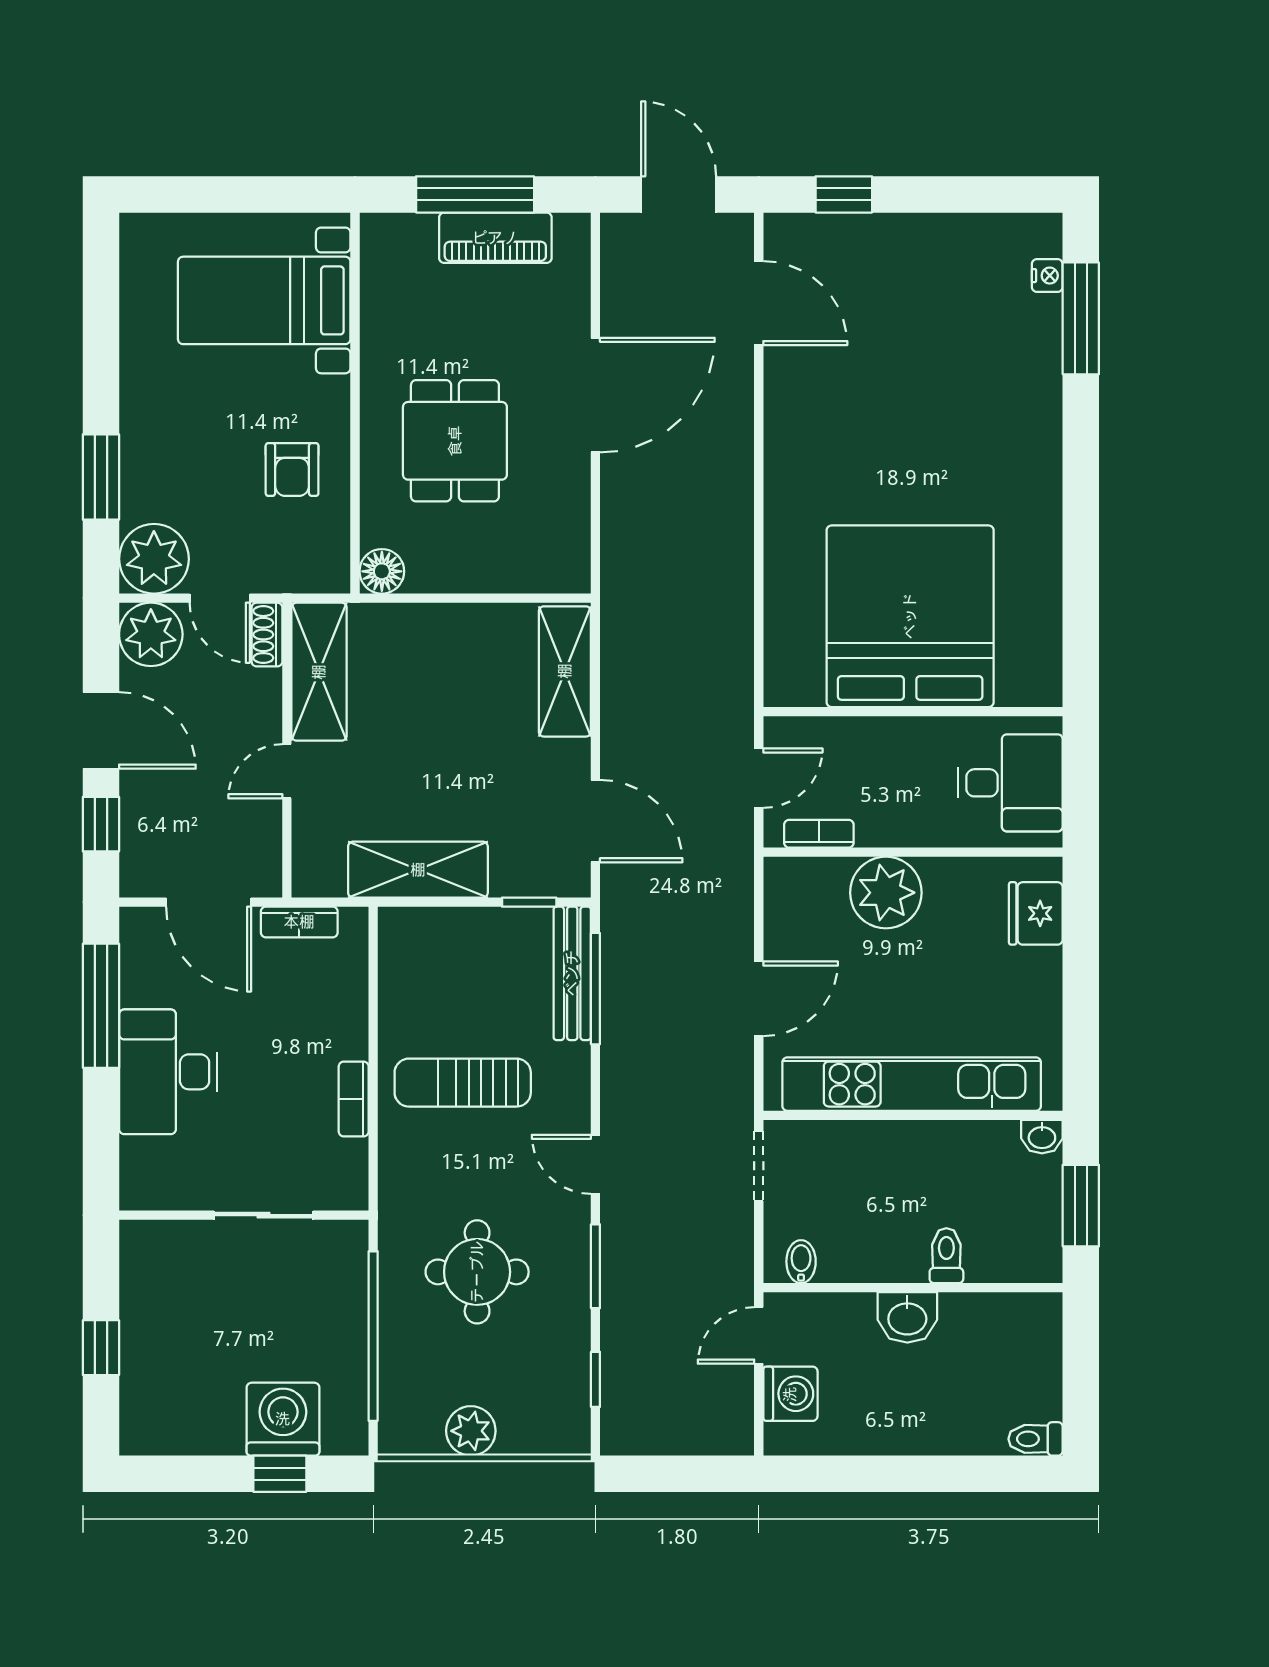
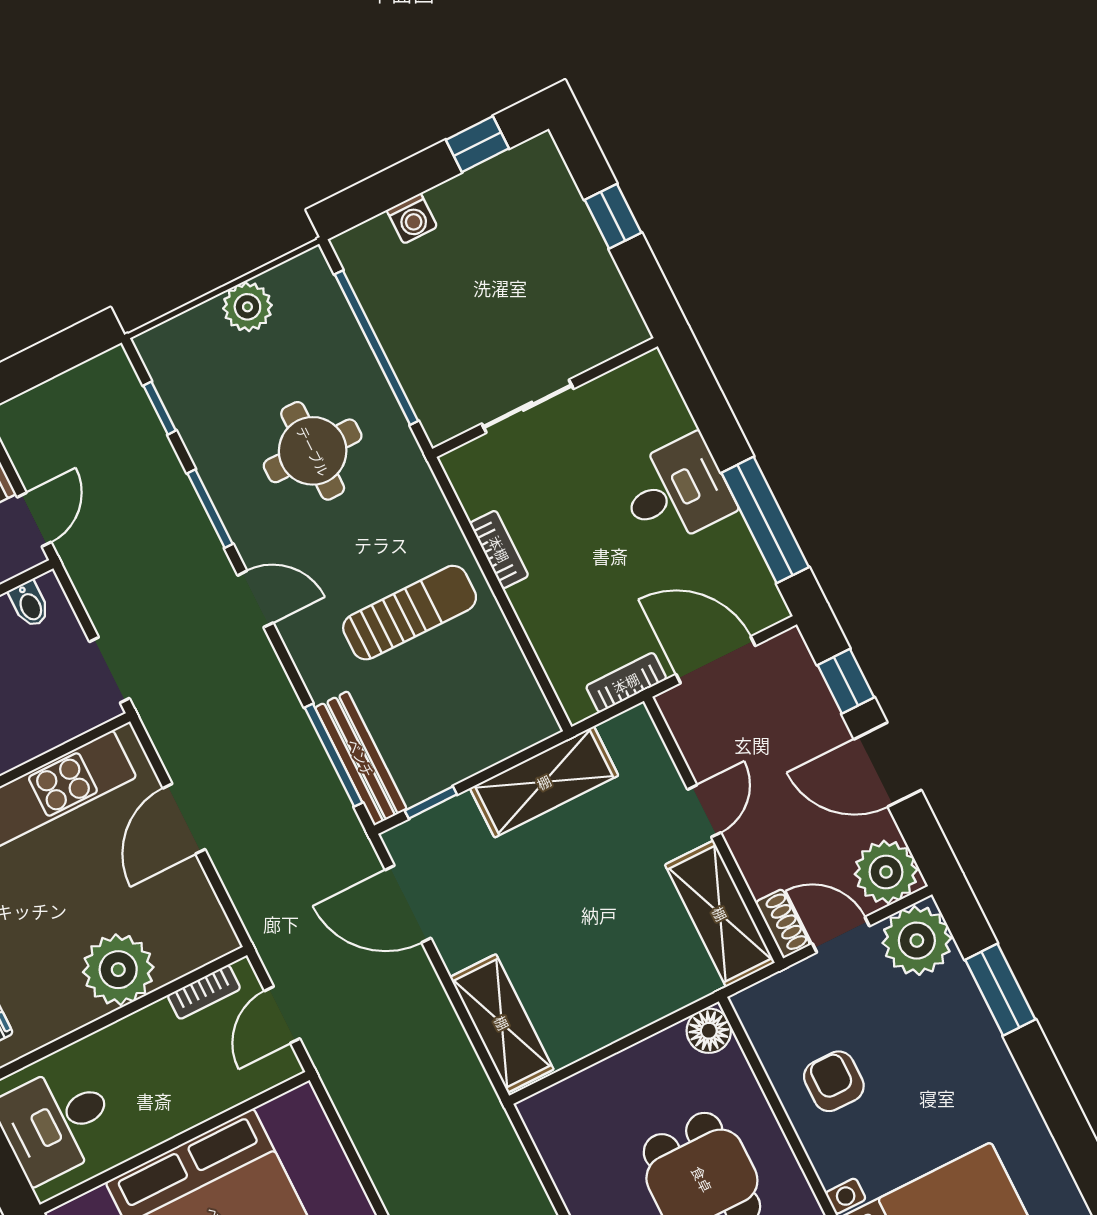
desk: (168, 1072) -> (676, 491), width x0.73
washing machine: (283, 1419) -> (412, 218), width x0.53, depth x0.53
window: (280, 1474) -> (477, 144), moved

